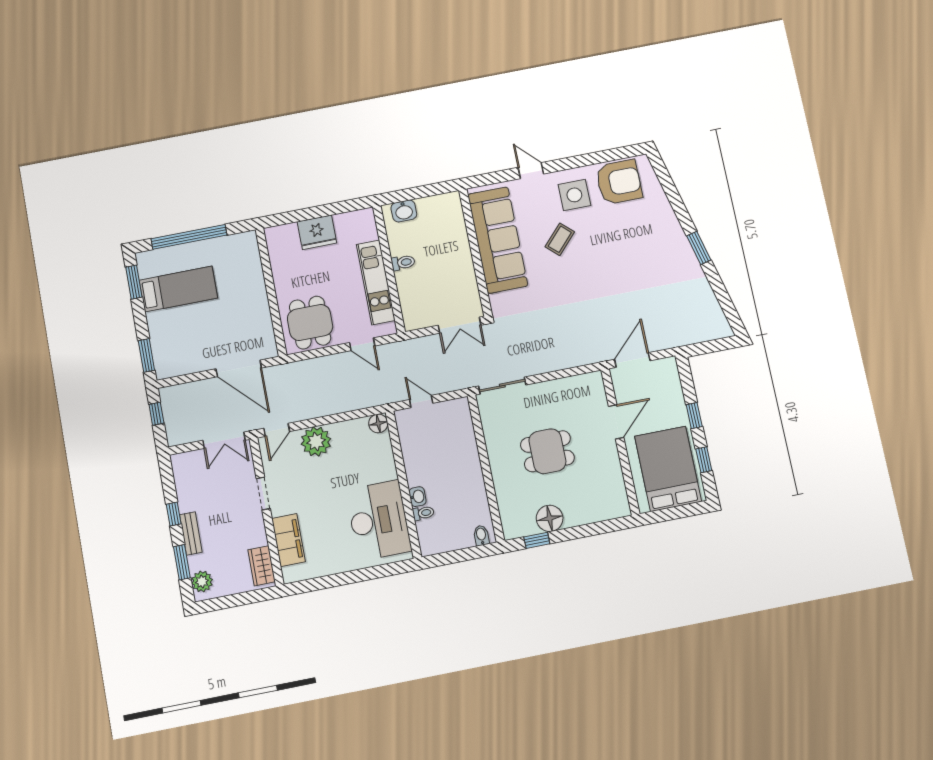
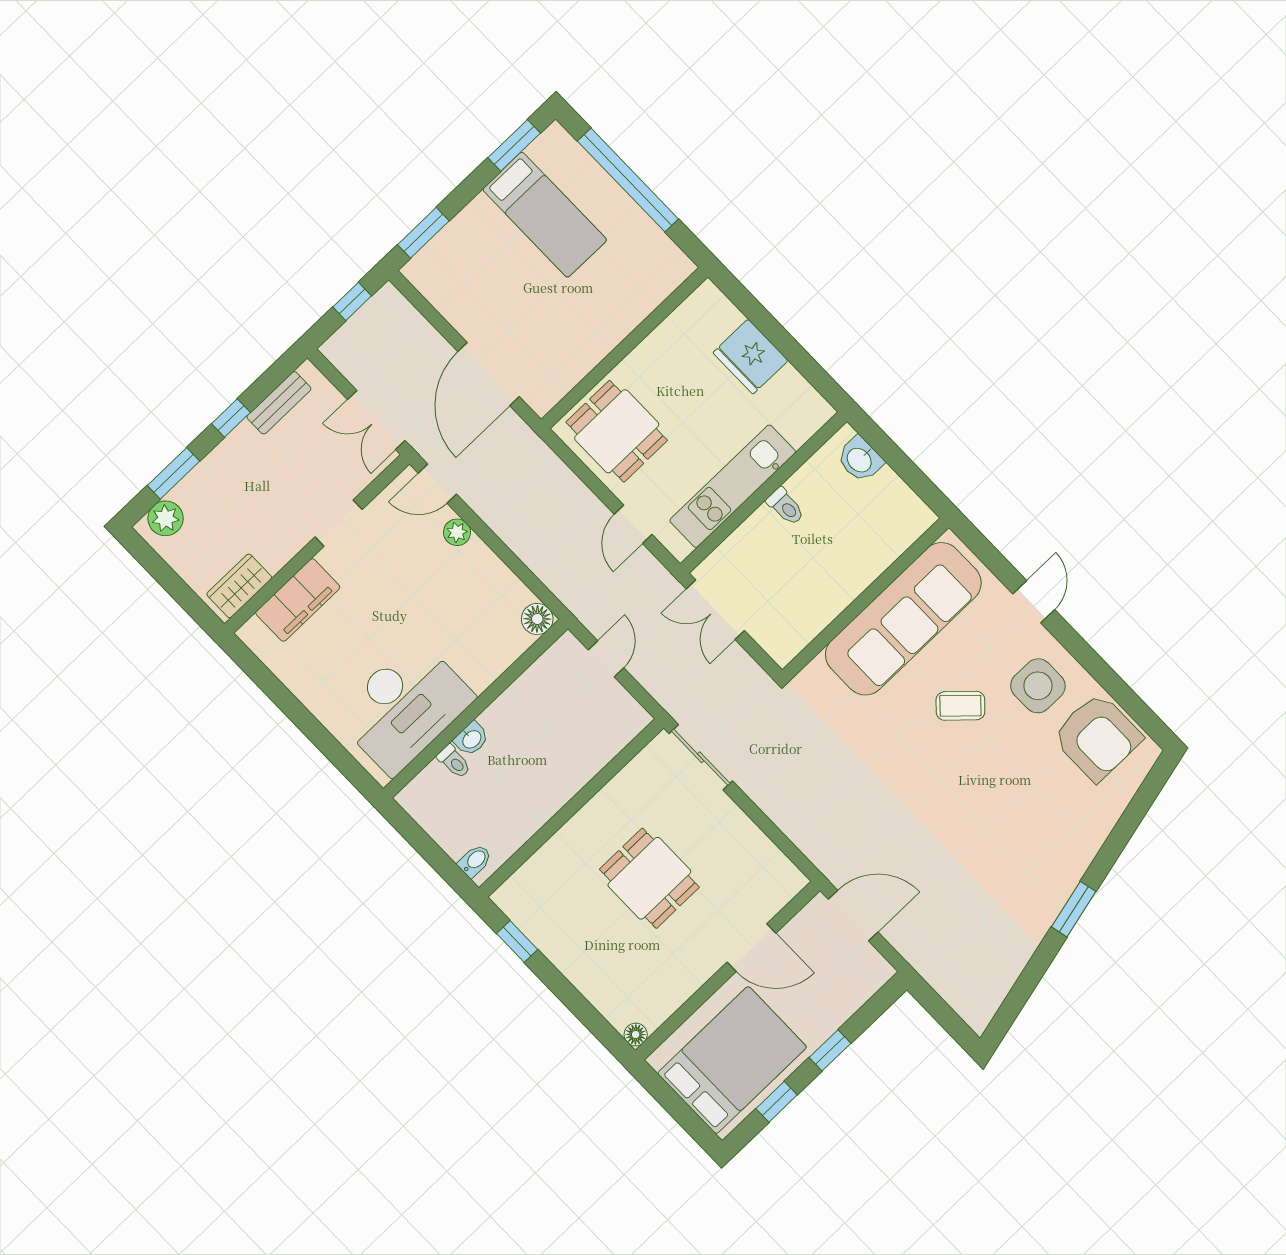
dining table: (310, 323) -> (617, 431), turned 90
double door: (459, 325) -> (715, 610), moved
plant: (316, 441) -> (457, 532), width x0.53, depth x0.53
floor lamp: (550, 518) -> (636, 1035), moved, width x0.53, depth x0.53
bench: (191, 534) -> (279, 403), moved

